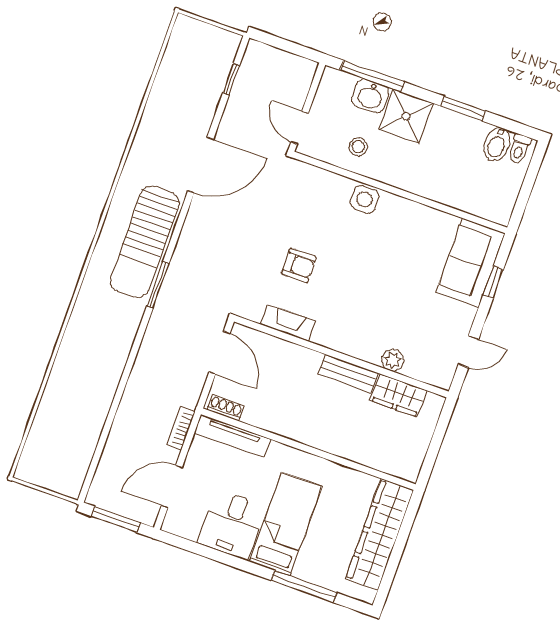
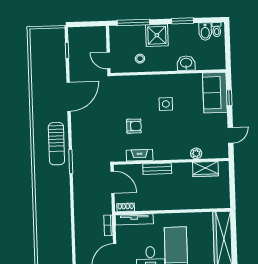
washbasin: (370, 96) -> (186, 63), moved, turned 180
side table: (364, 199) -> (166, 104), moved
sun lounger: (145, 242) -> (56, 144), width x0.73, depth x0.75
bench: (348, 374) -> (157, 169), moved

